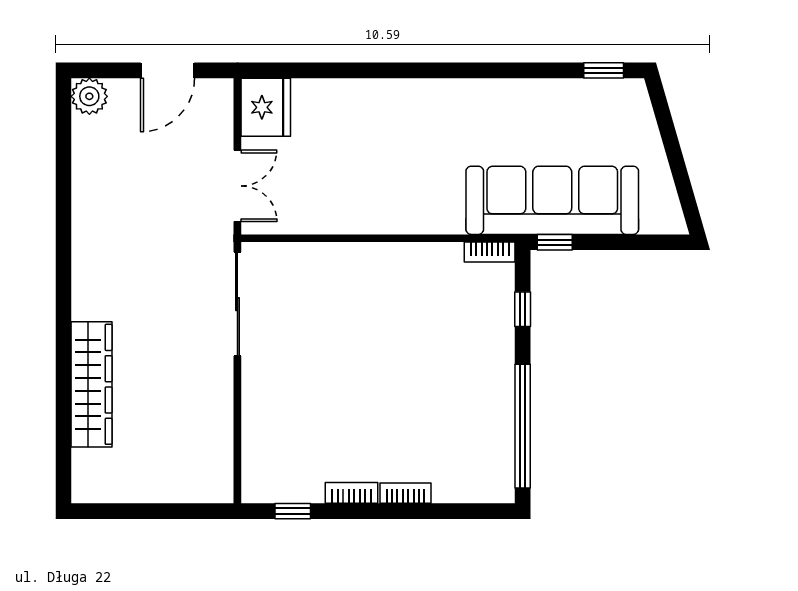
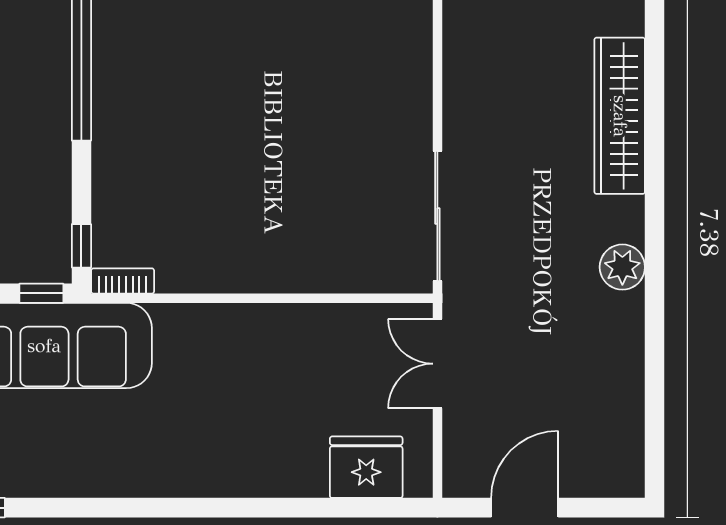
plant: (89, 96) -> (622, 267), moved
fridge: (266, 107) -> (366, 467), moved, turned 90
window: (523, 309) -> (81, 246), moved

